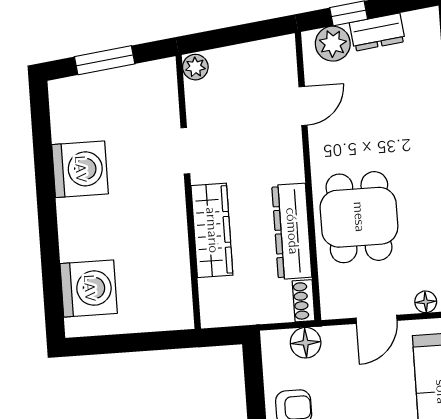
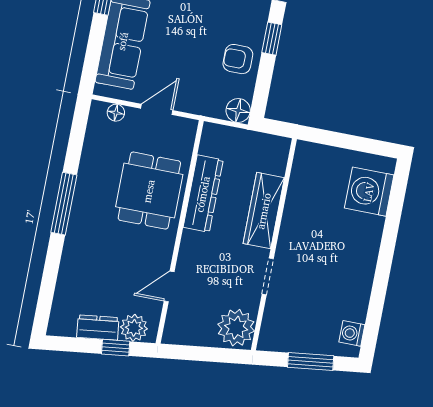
plant: (195, 67) -> (236, 328), width x1.88, depth x1.88
washing machine: (80, 169) -> (352, 333), moved, width x0.53, depth x0.53
shoe rack: (304, 301) -> (208, 138), removed
floor lamp: (306, 343) -> (238, 111), moved

